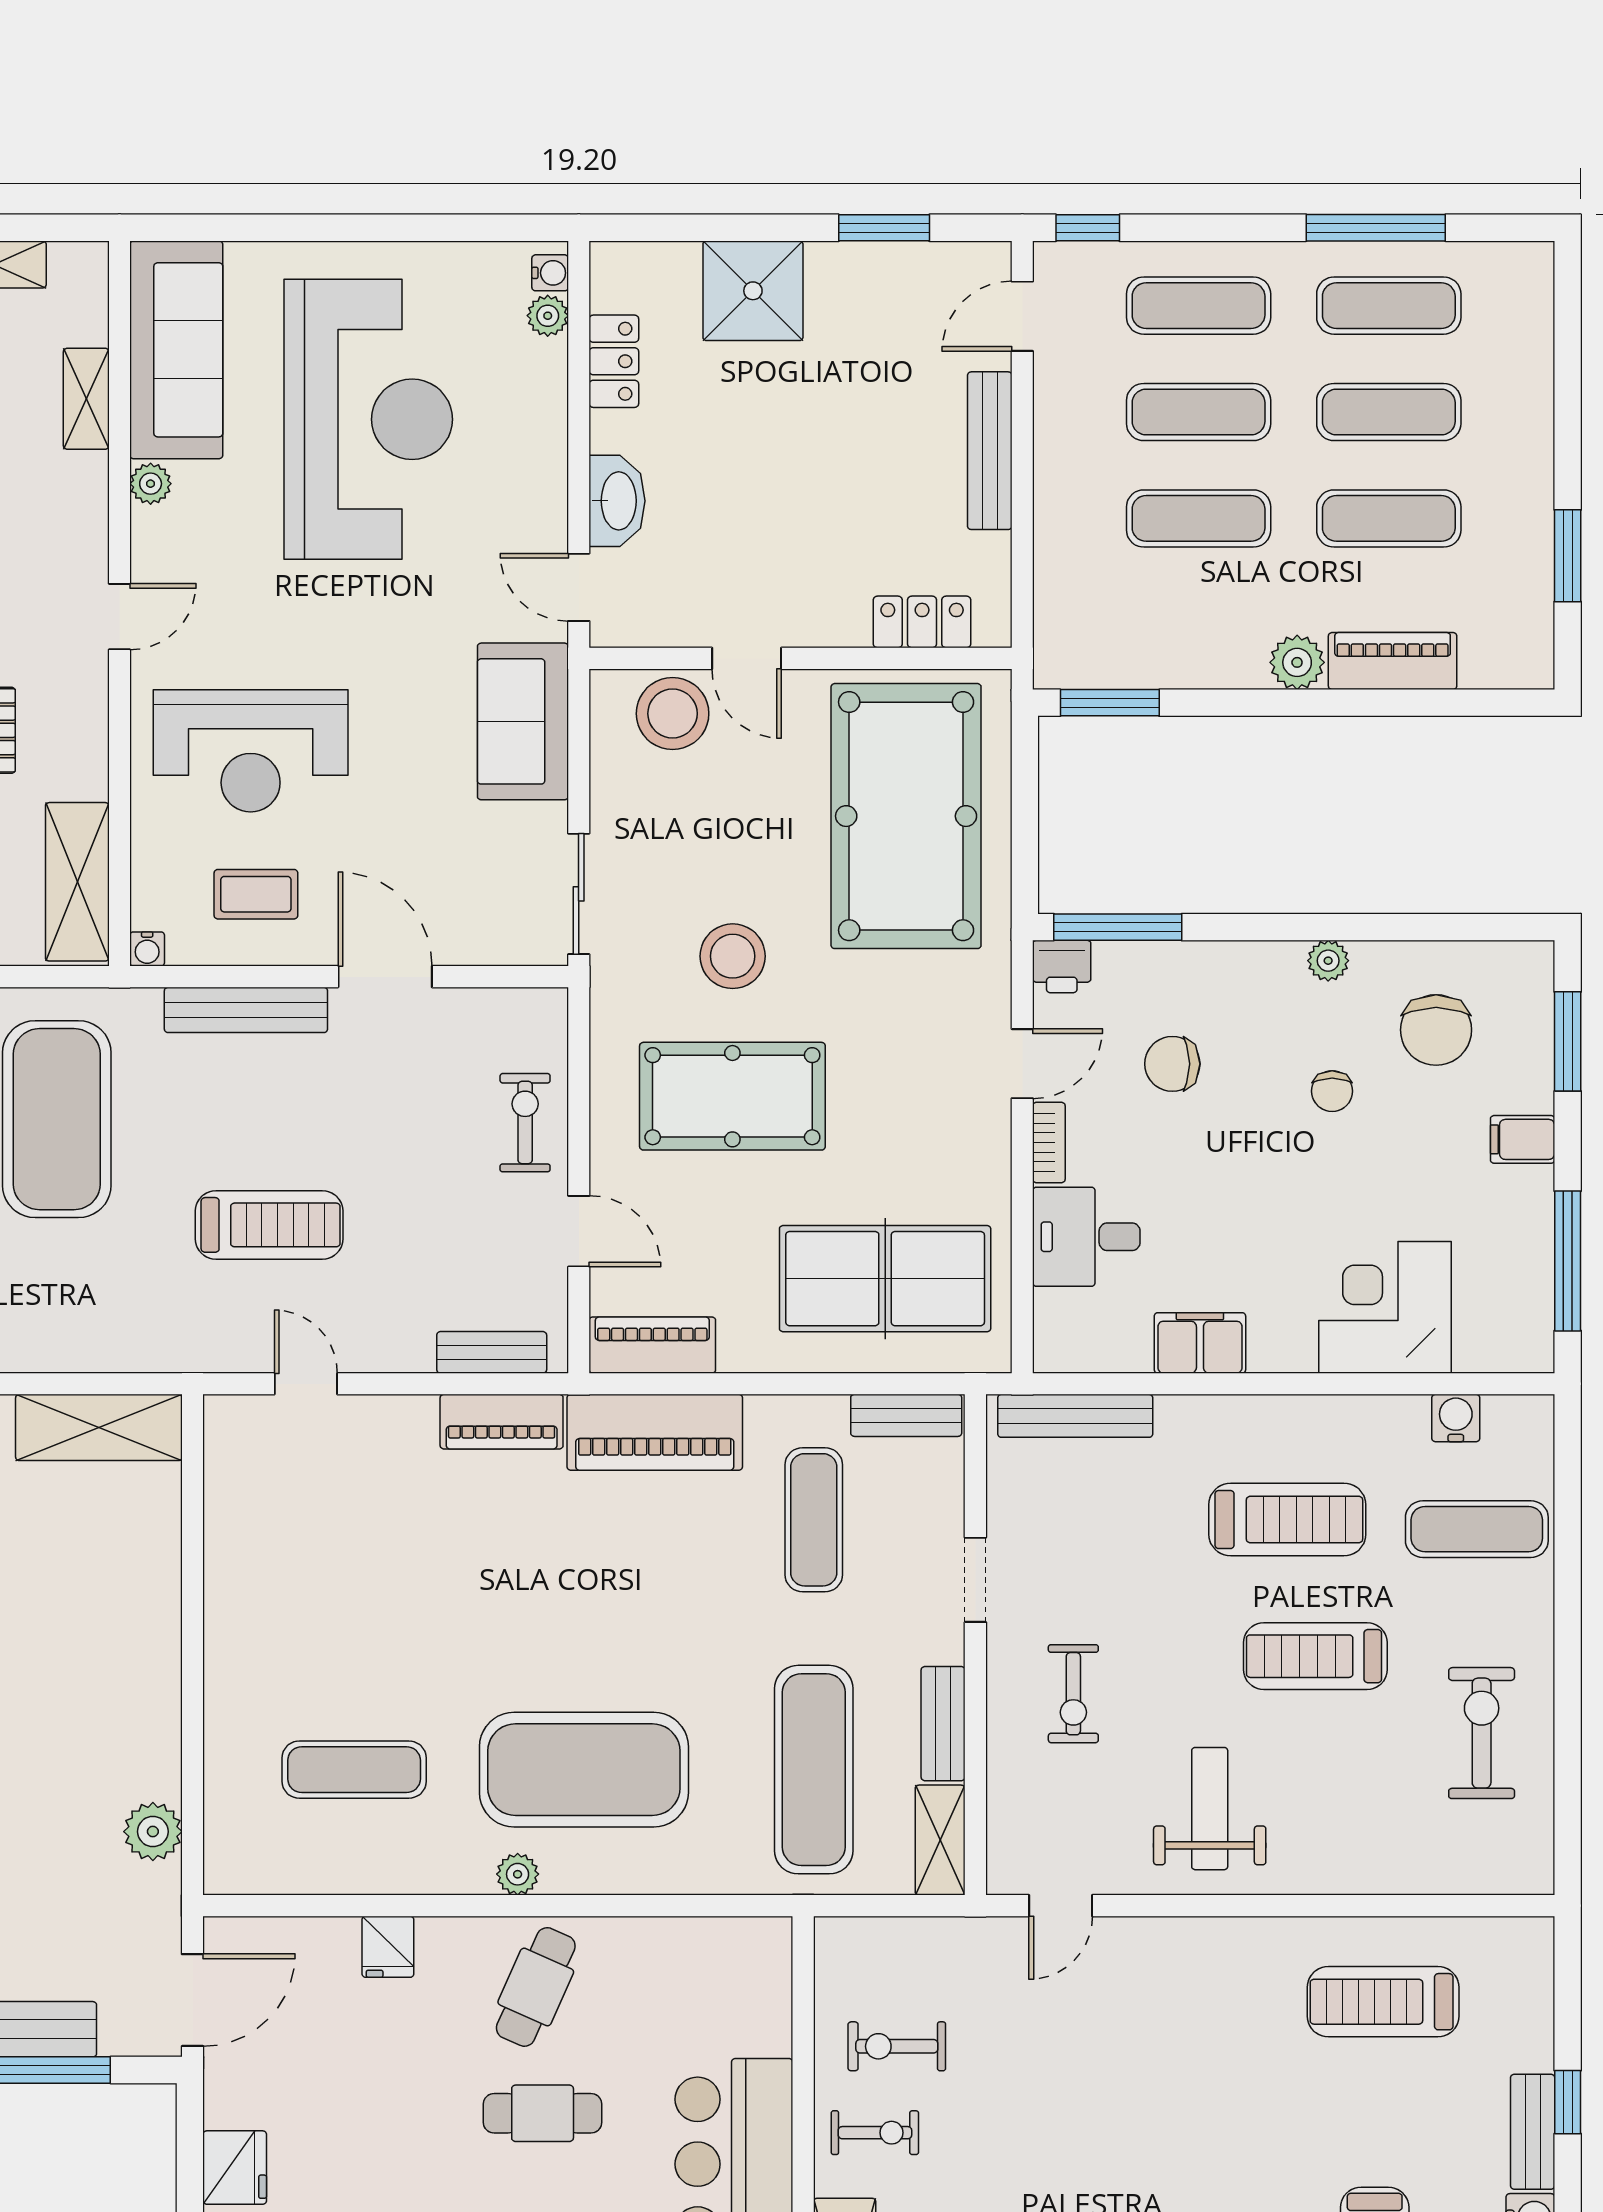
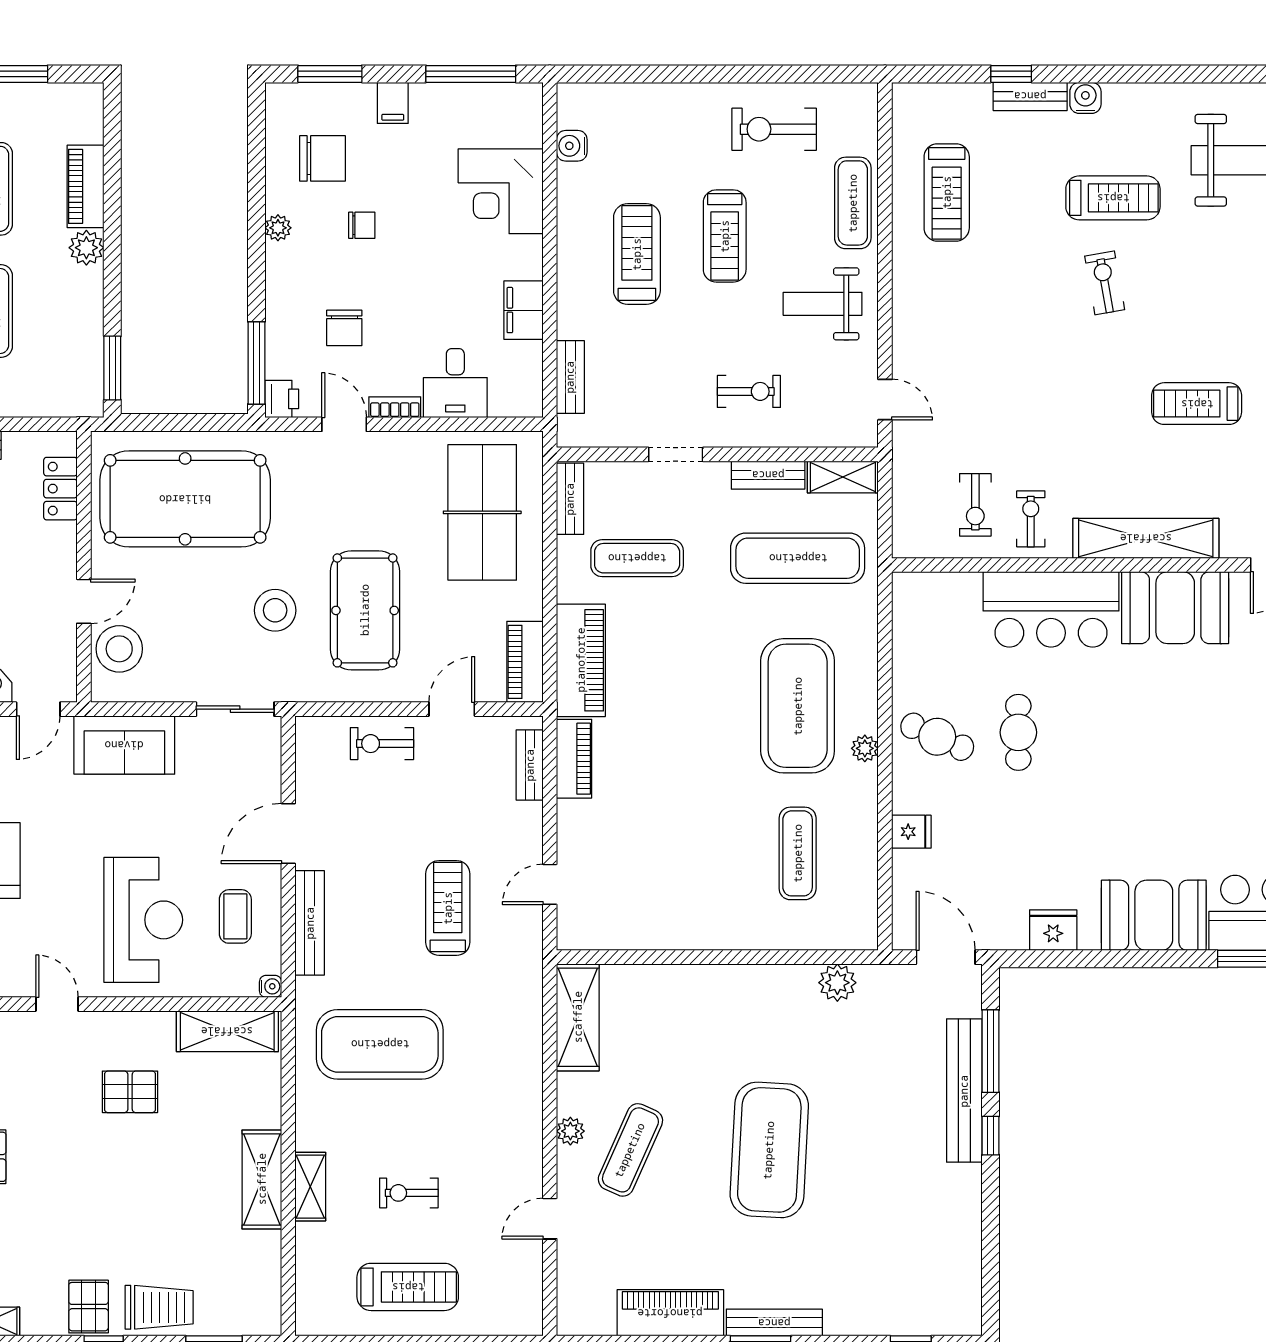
bench: (1075, 1416) -> (570, 377), width x0.73
exercise mat: (1477, 1529) -> (853, 203), moved

